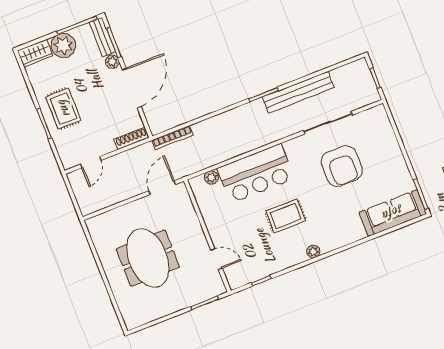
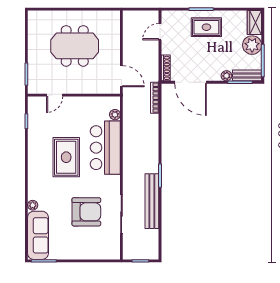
door: (132, 88) -> (191, 82), moved
door: (91, 162) -> (160, 32), hinge flipped
armchair: (342, 166) -> (86, 212), turned 180
rug: (286, 216) -> (66, 157), width x1.36, depth x1.43
plant: (313, 252) -> (33, 205), moved

